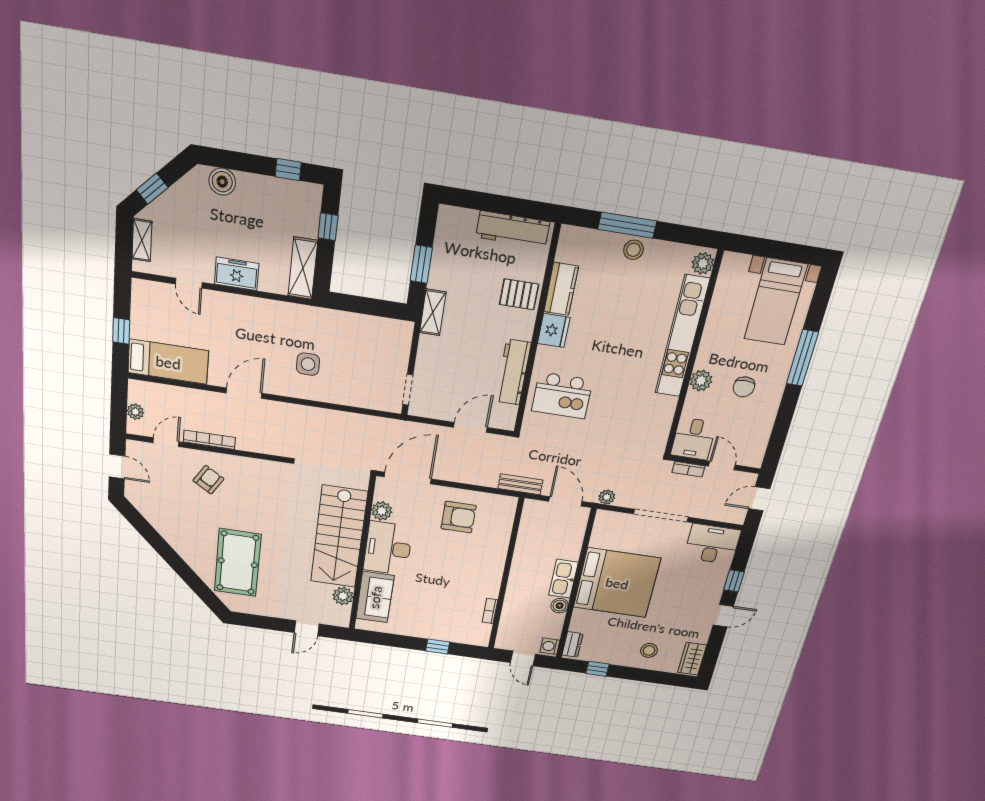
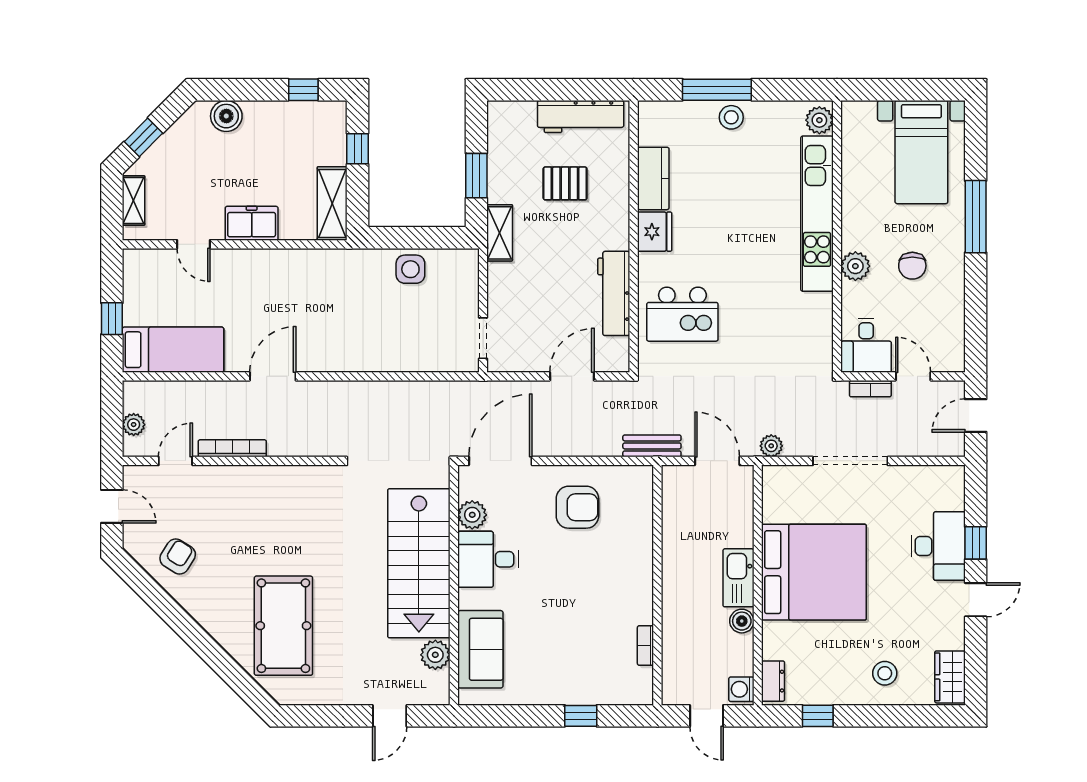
pallet: (519, 294) -> (565, 183), moved
side table: (308, 364) -> (410, 269), moved
armchair: (208, 480) -> (178, 556), moved
desk: (712, 544) -> (938, 546), moved, turned 90
desk: (388, 548) -> (488, 559), width x0.73

